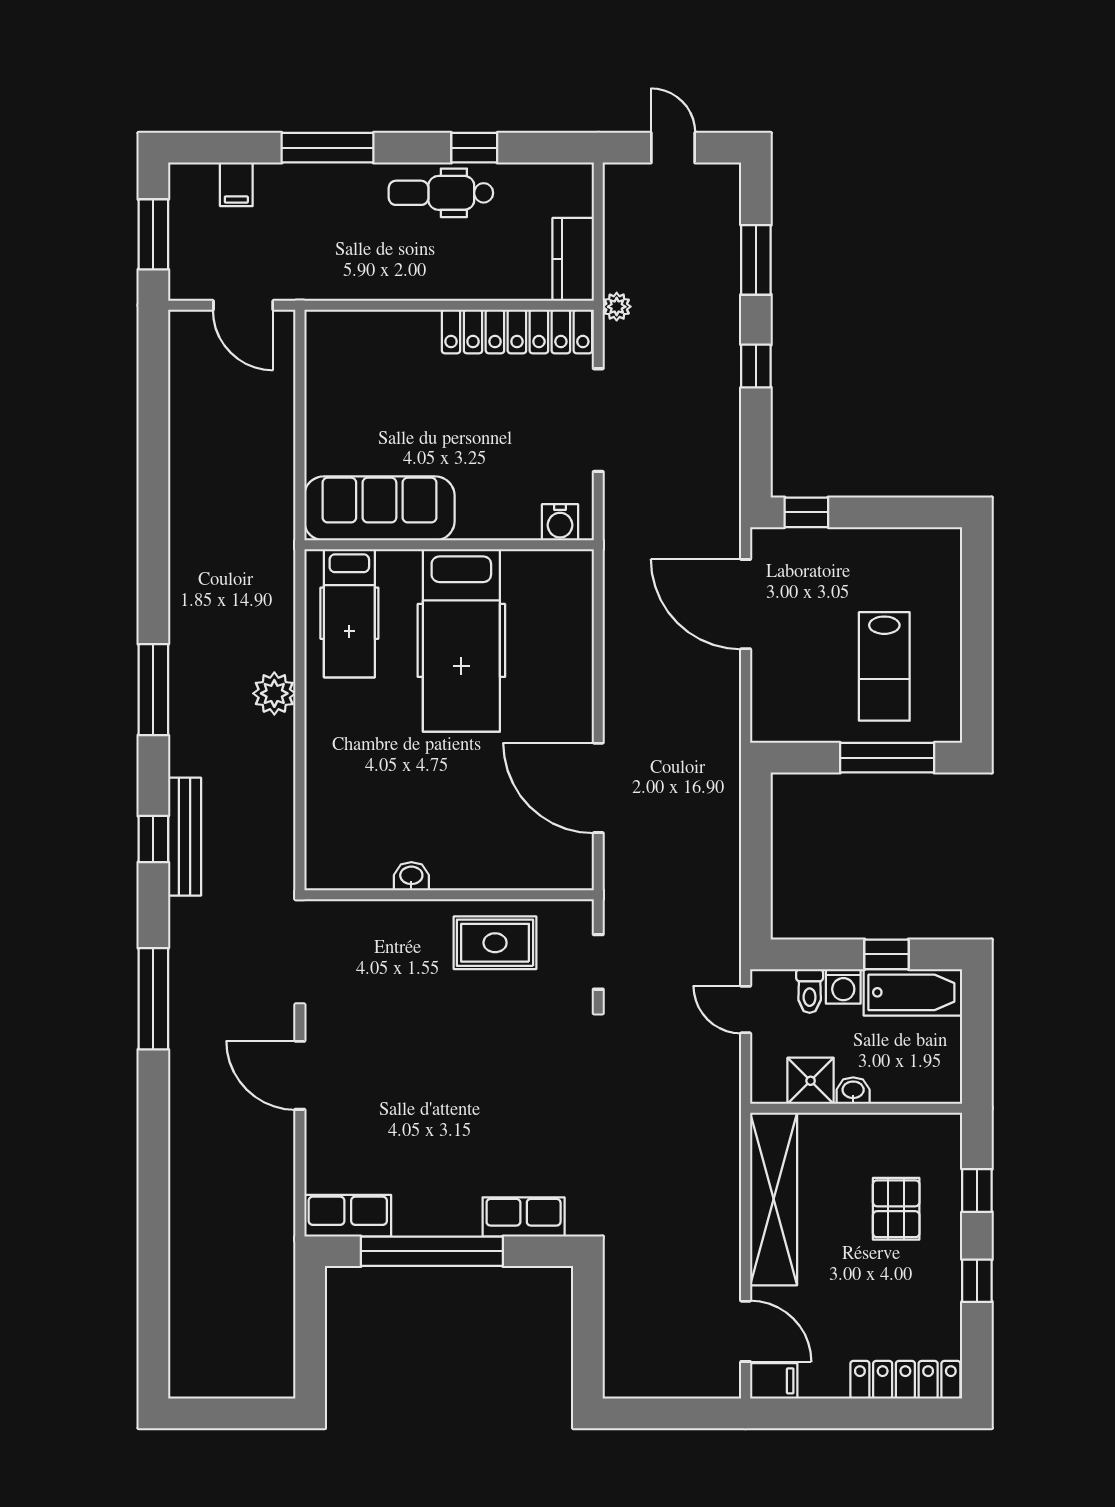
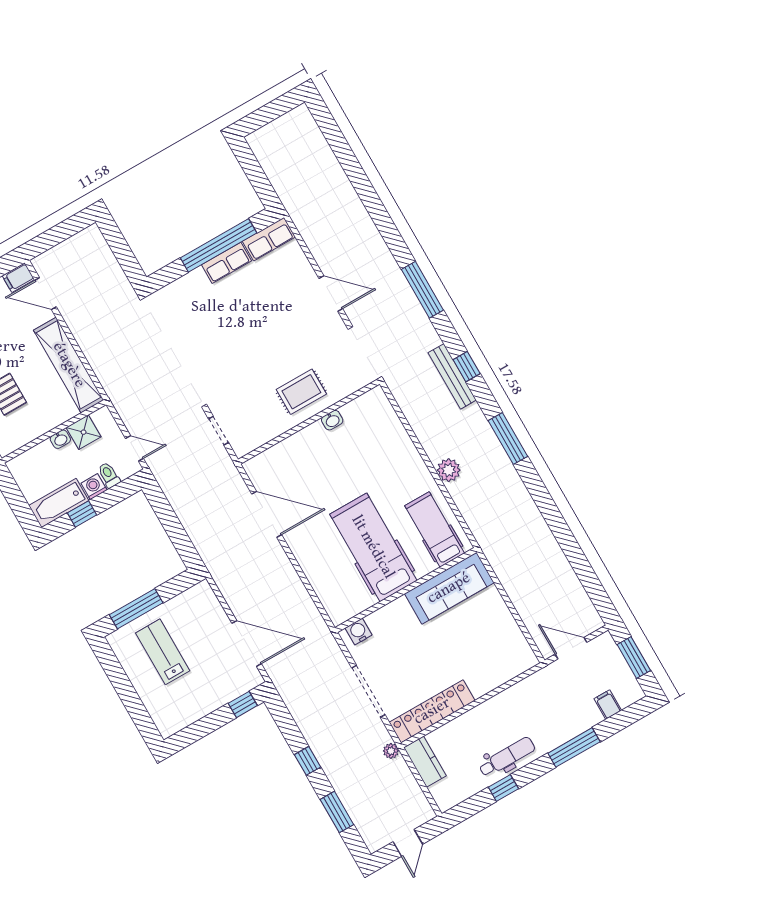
door: (673, 148) -> (408, 843), hinge flipped
rug: (495, 943) -> (301, 392), moved
row of seats: (524, 1217) -> (226, 263), moved

